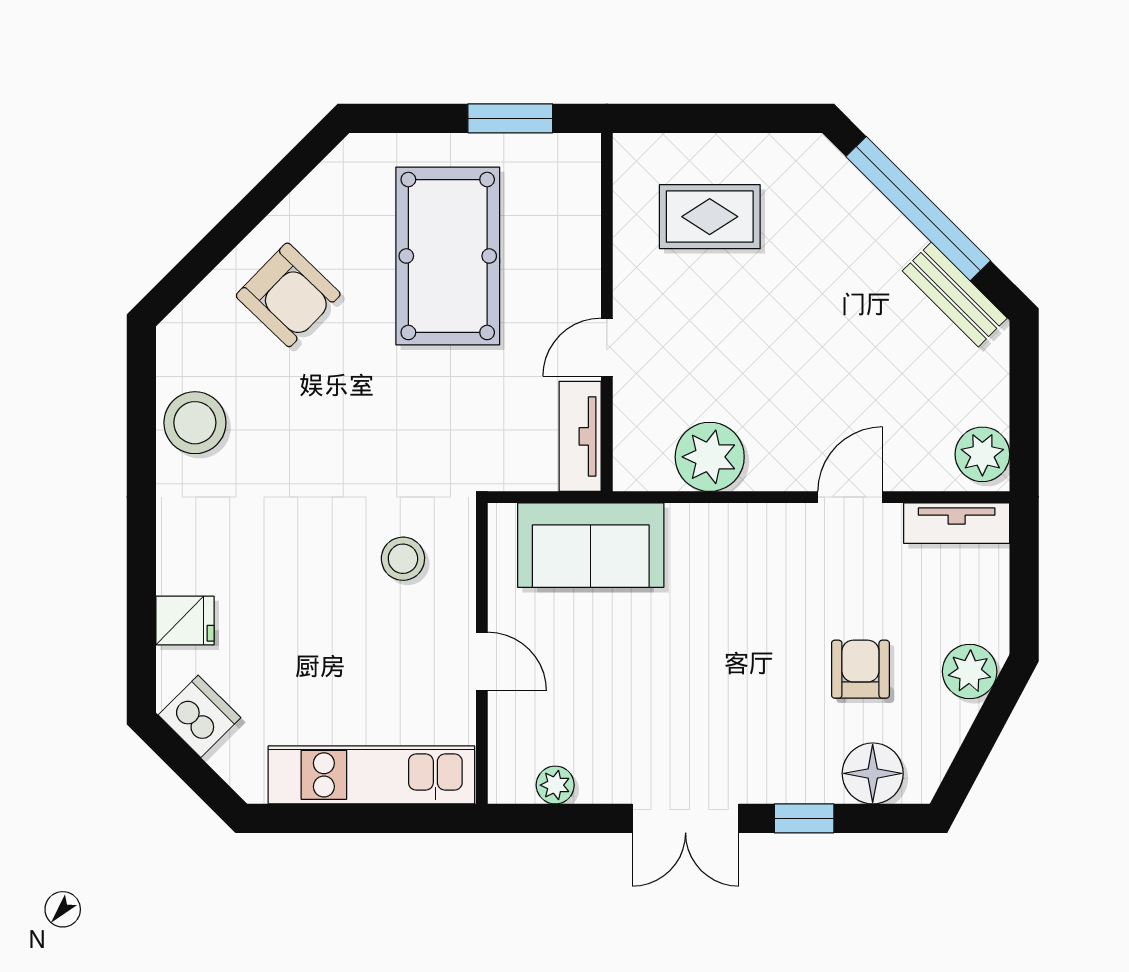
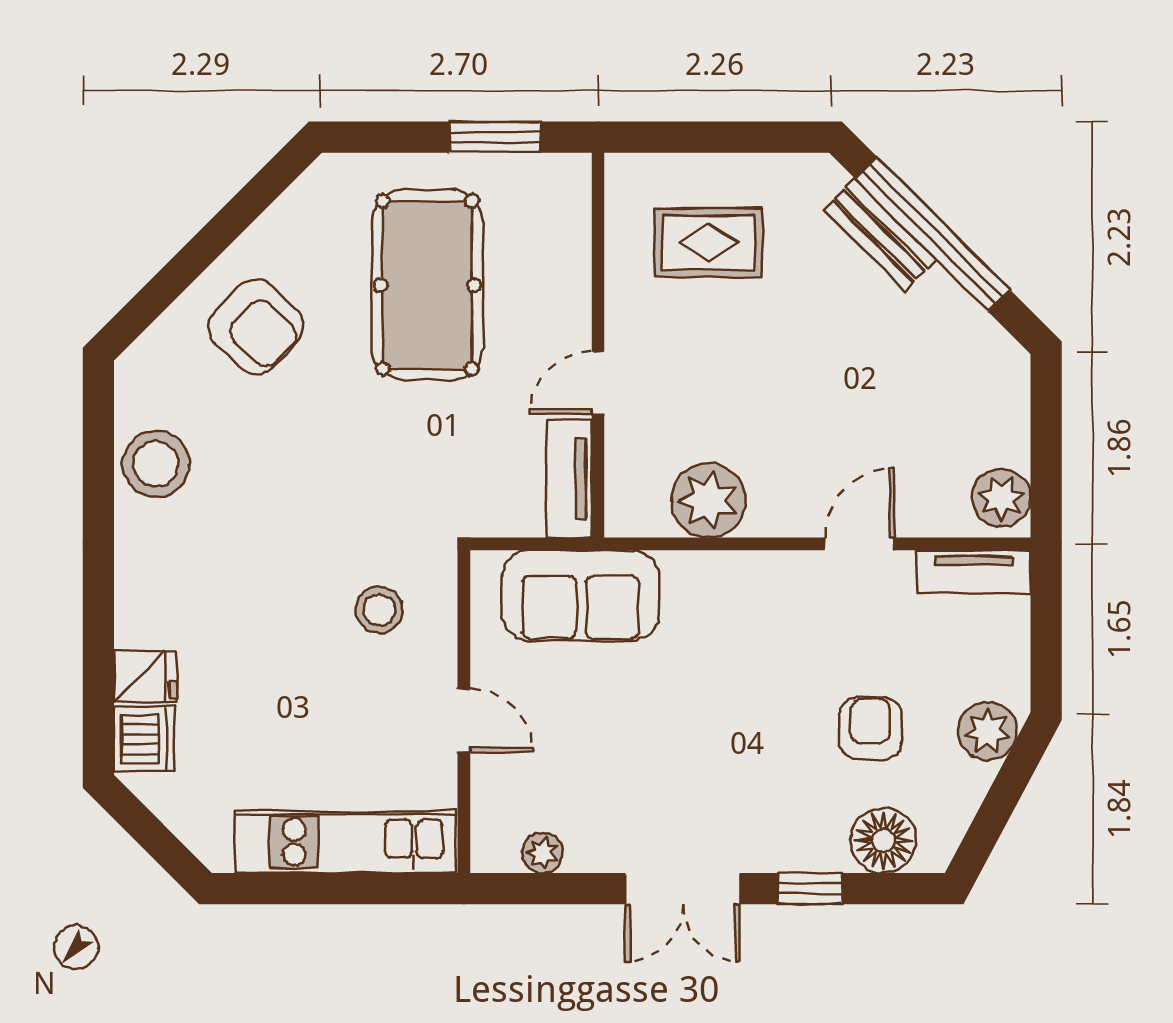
bench: (955, 295) -> (880, 235), moved
dishwasher: (199, 716) -> (144, 739), moved, turned 45

